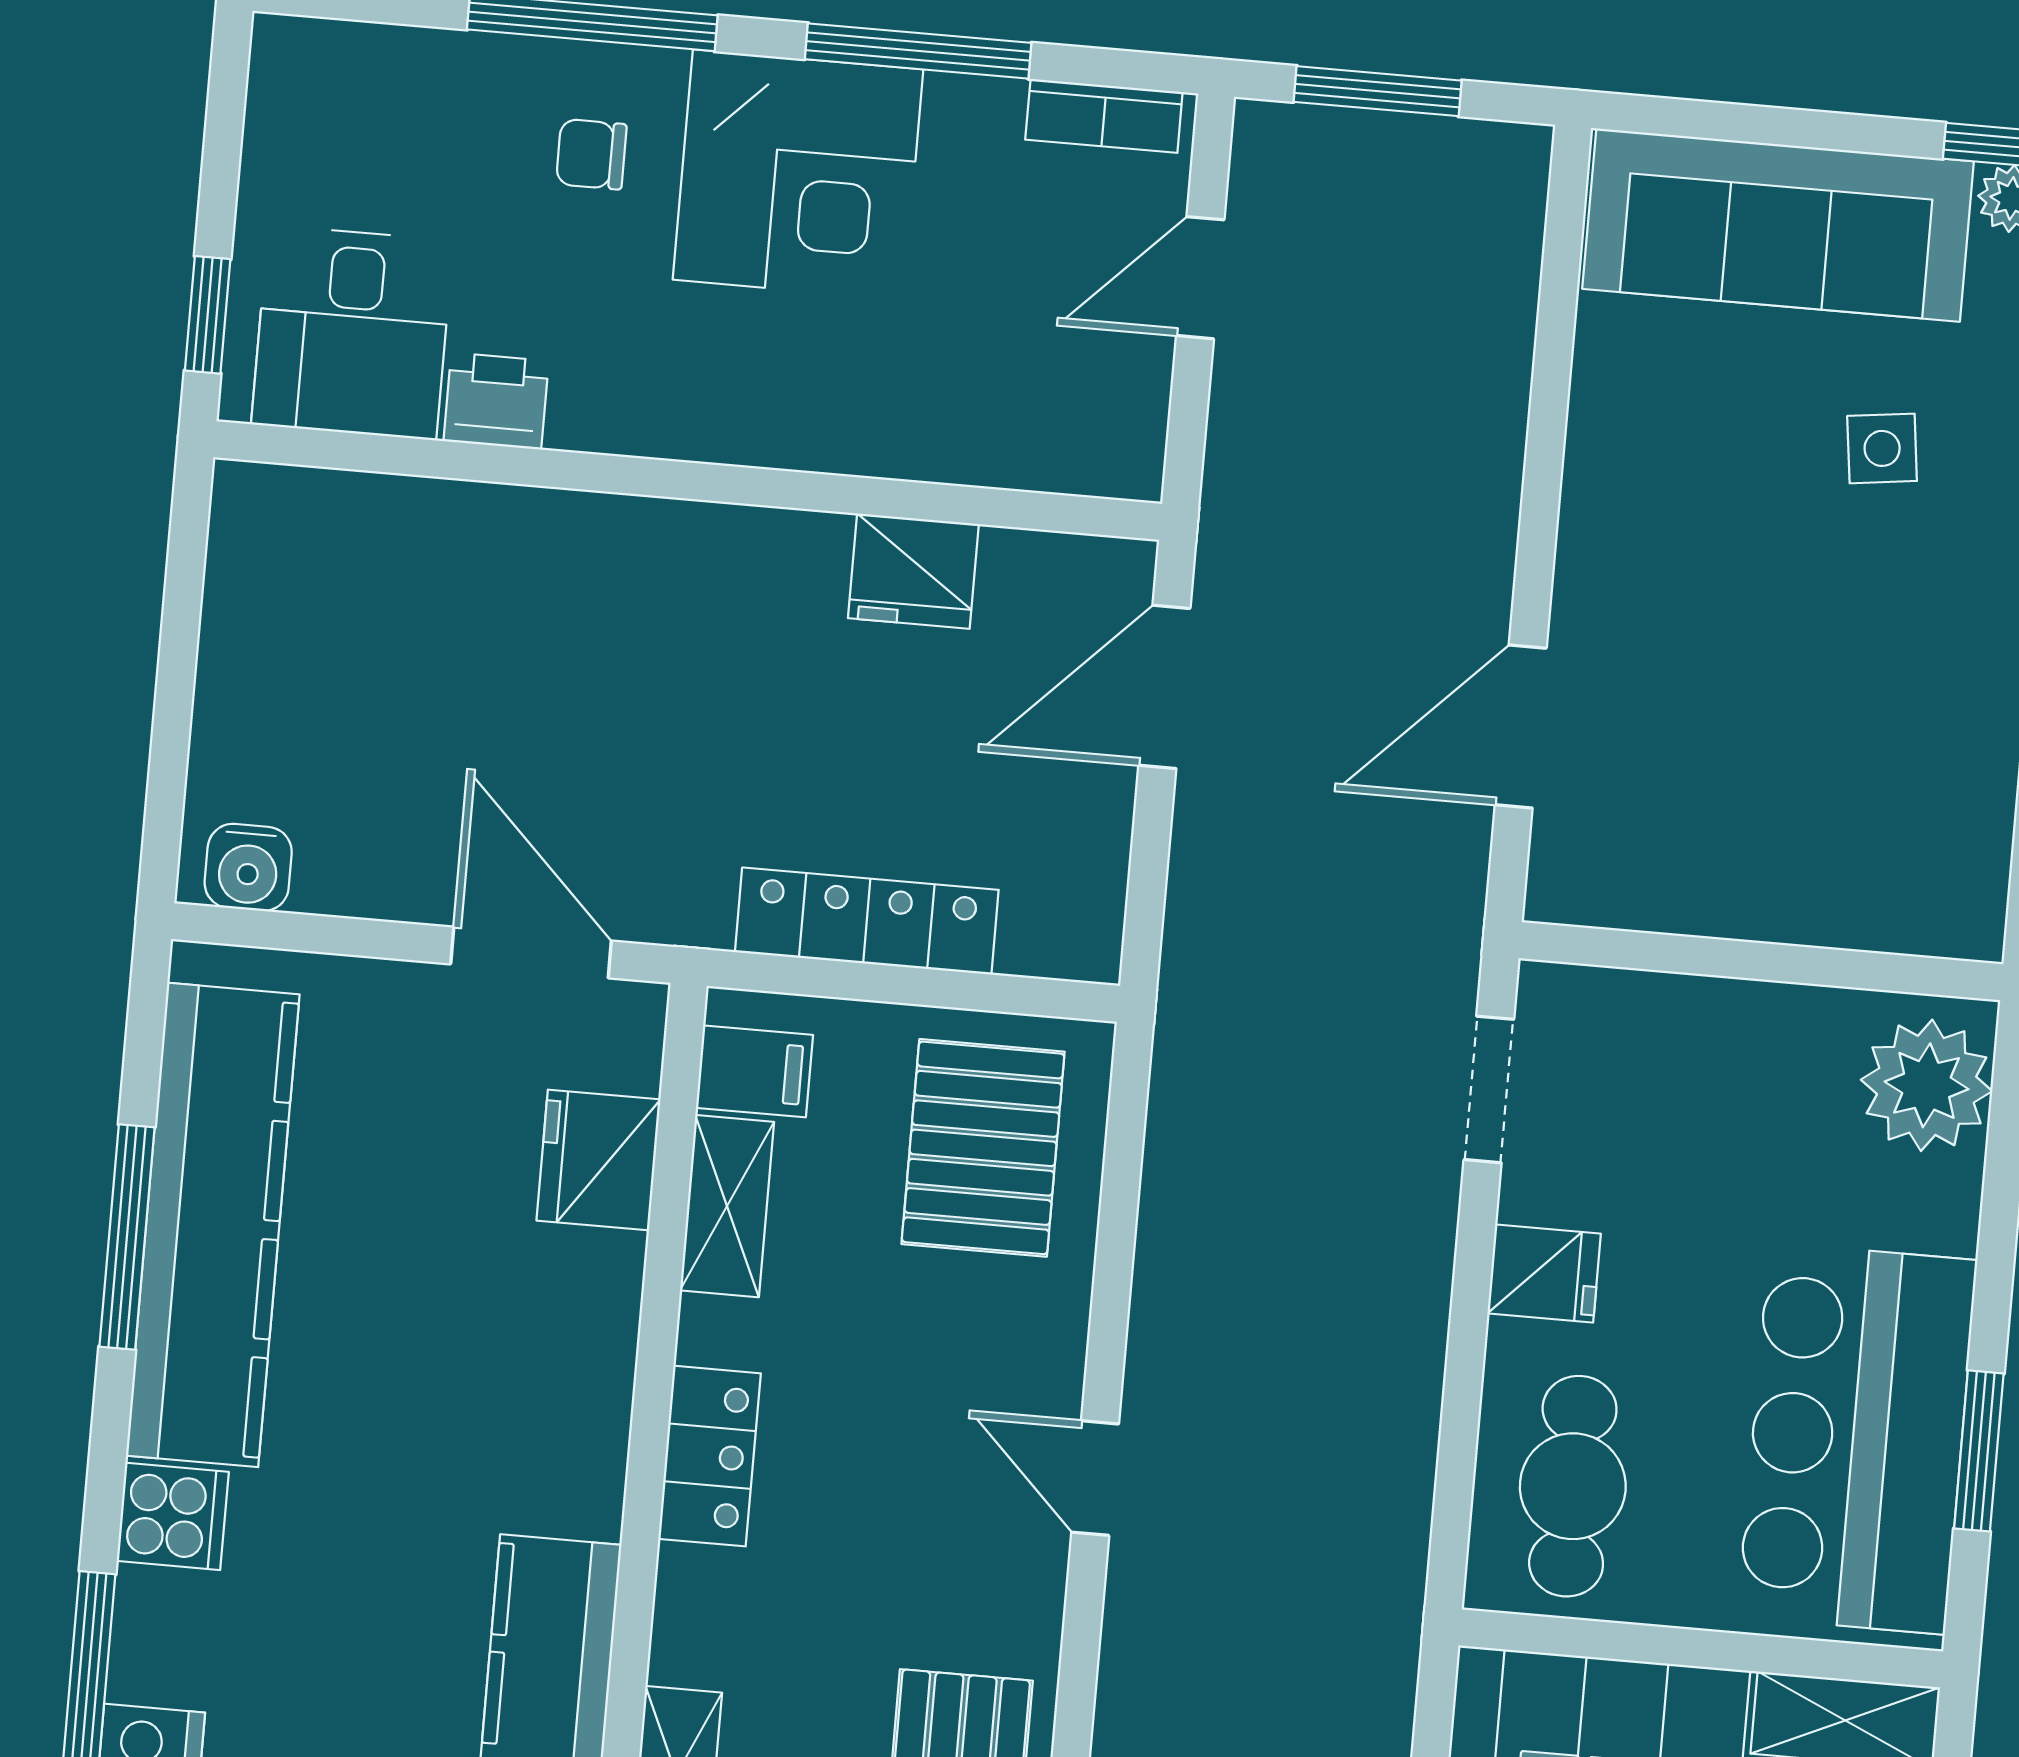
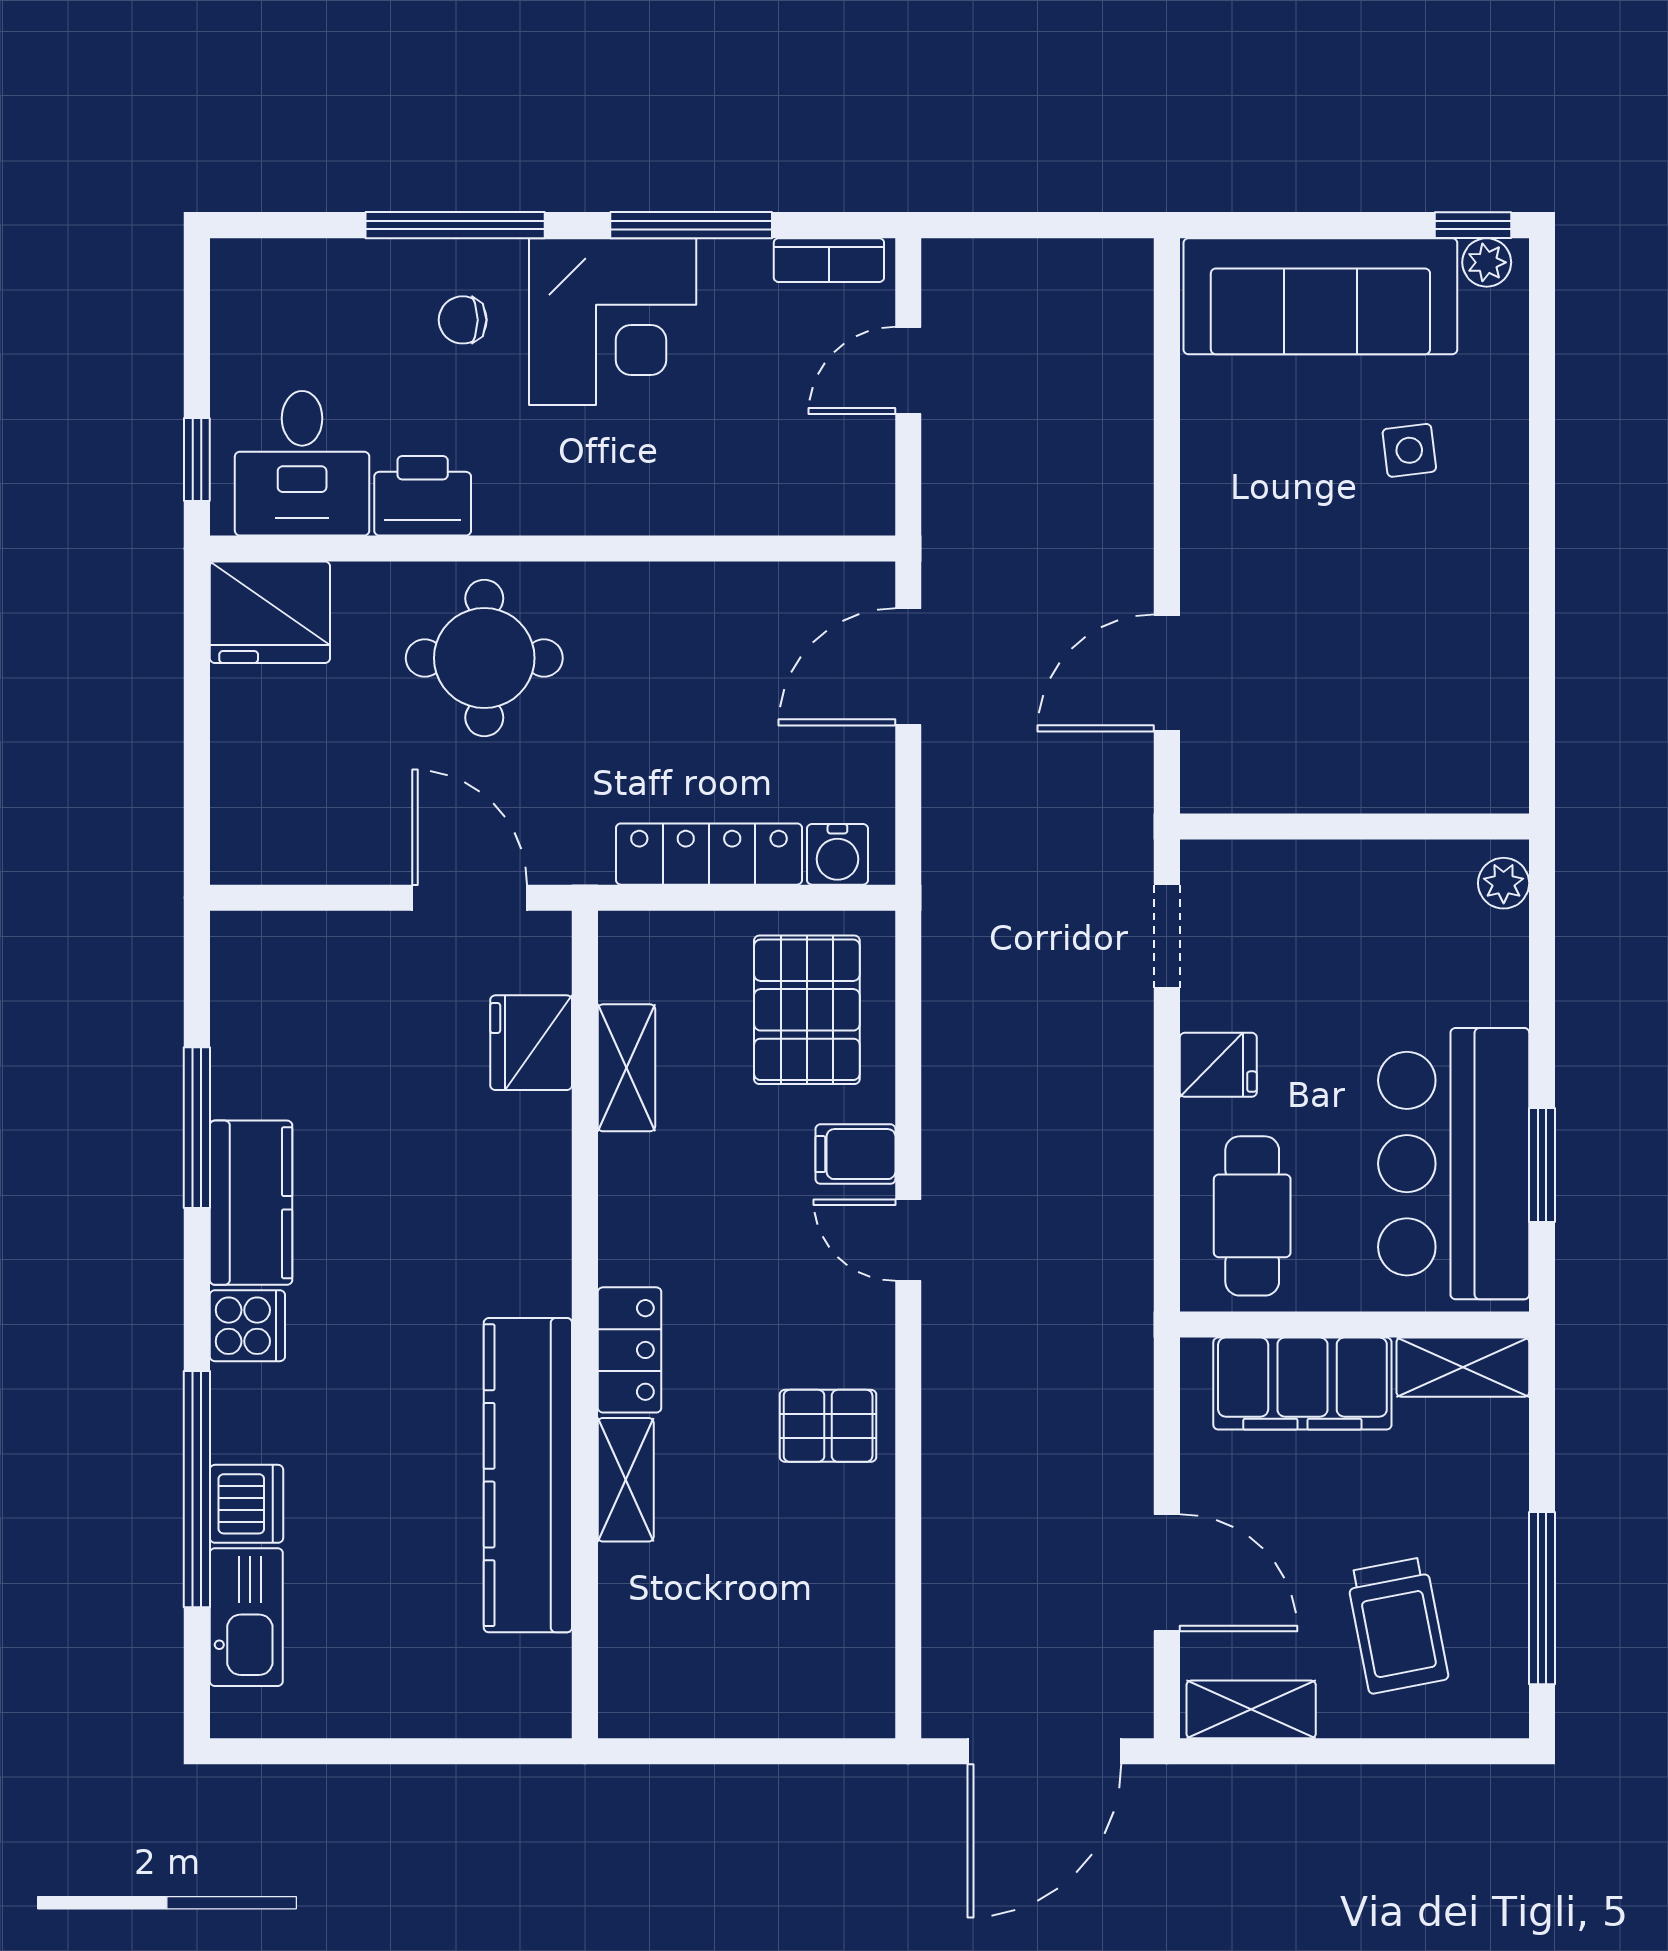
window: (1378, 91) -> (1024, 225), removed
printer: (496, 401) -> (423, 496), width x1.36, depth x1.24
fridge: (913, 571) -> (270, 612), moved, width x1.36, depth x1.34
round table: (580, 623) -> (484, 658), added
water cooler: (248, 867) -> (837, 854), moved
filing cabinet: (754, 1071) -> (855, 1154), moved, turned 180
plant: (1927, 1085) -> (1504, 883), width x0.53, depth x0.53
kitchen counter: (213, 1225) -> (251, 1203), width x0.48, depth x0.86
locker: (709, 1456) -> (630, 1350), moved

